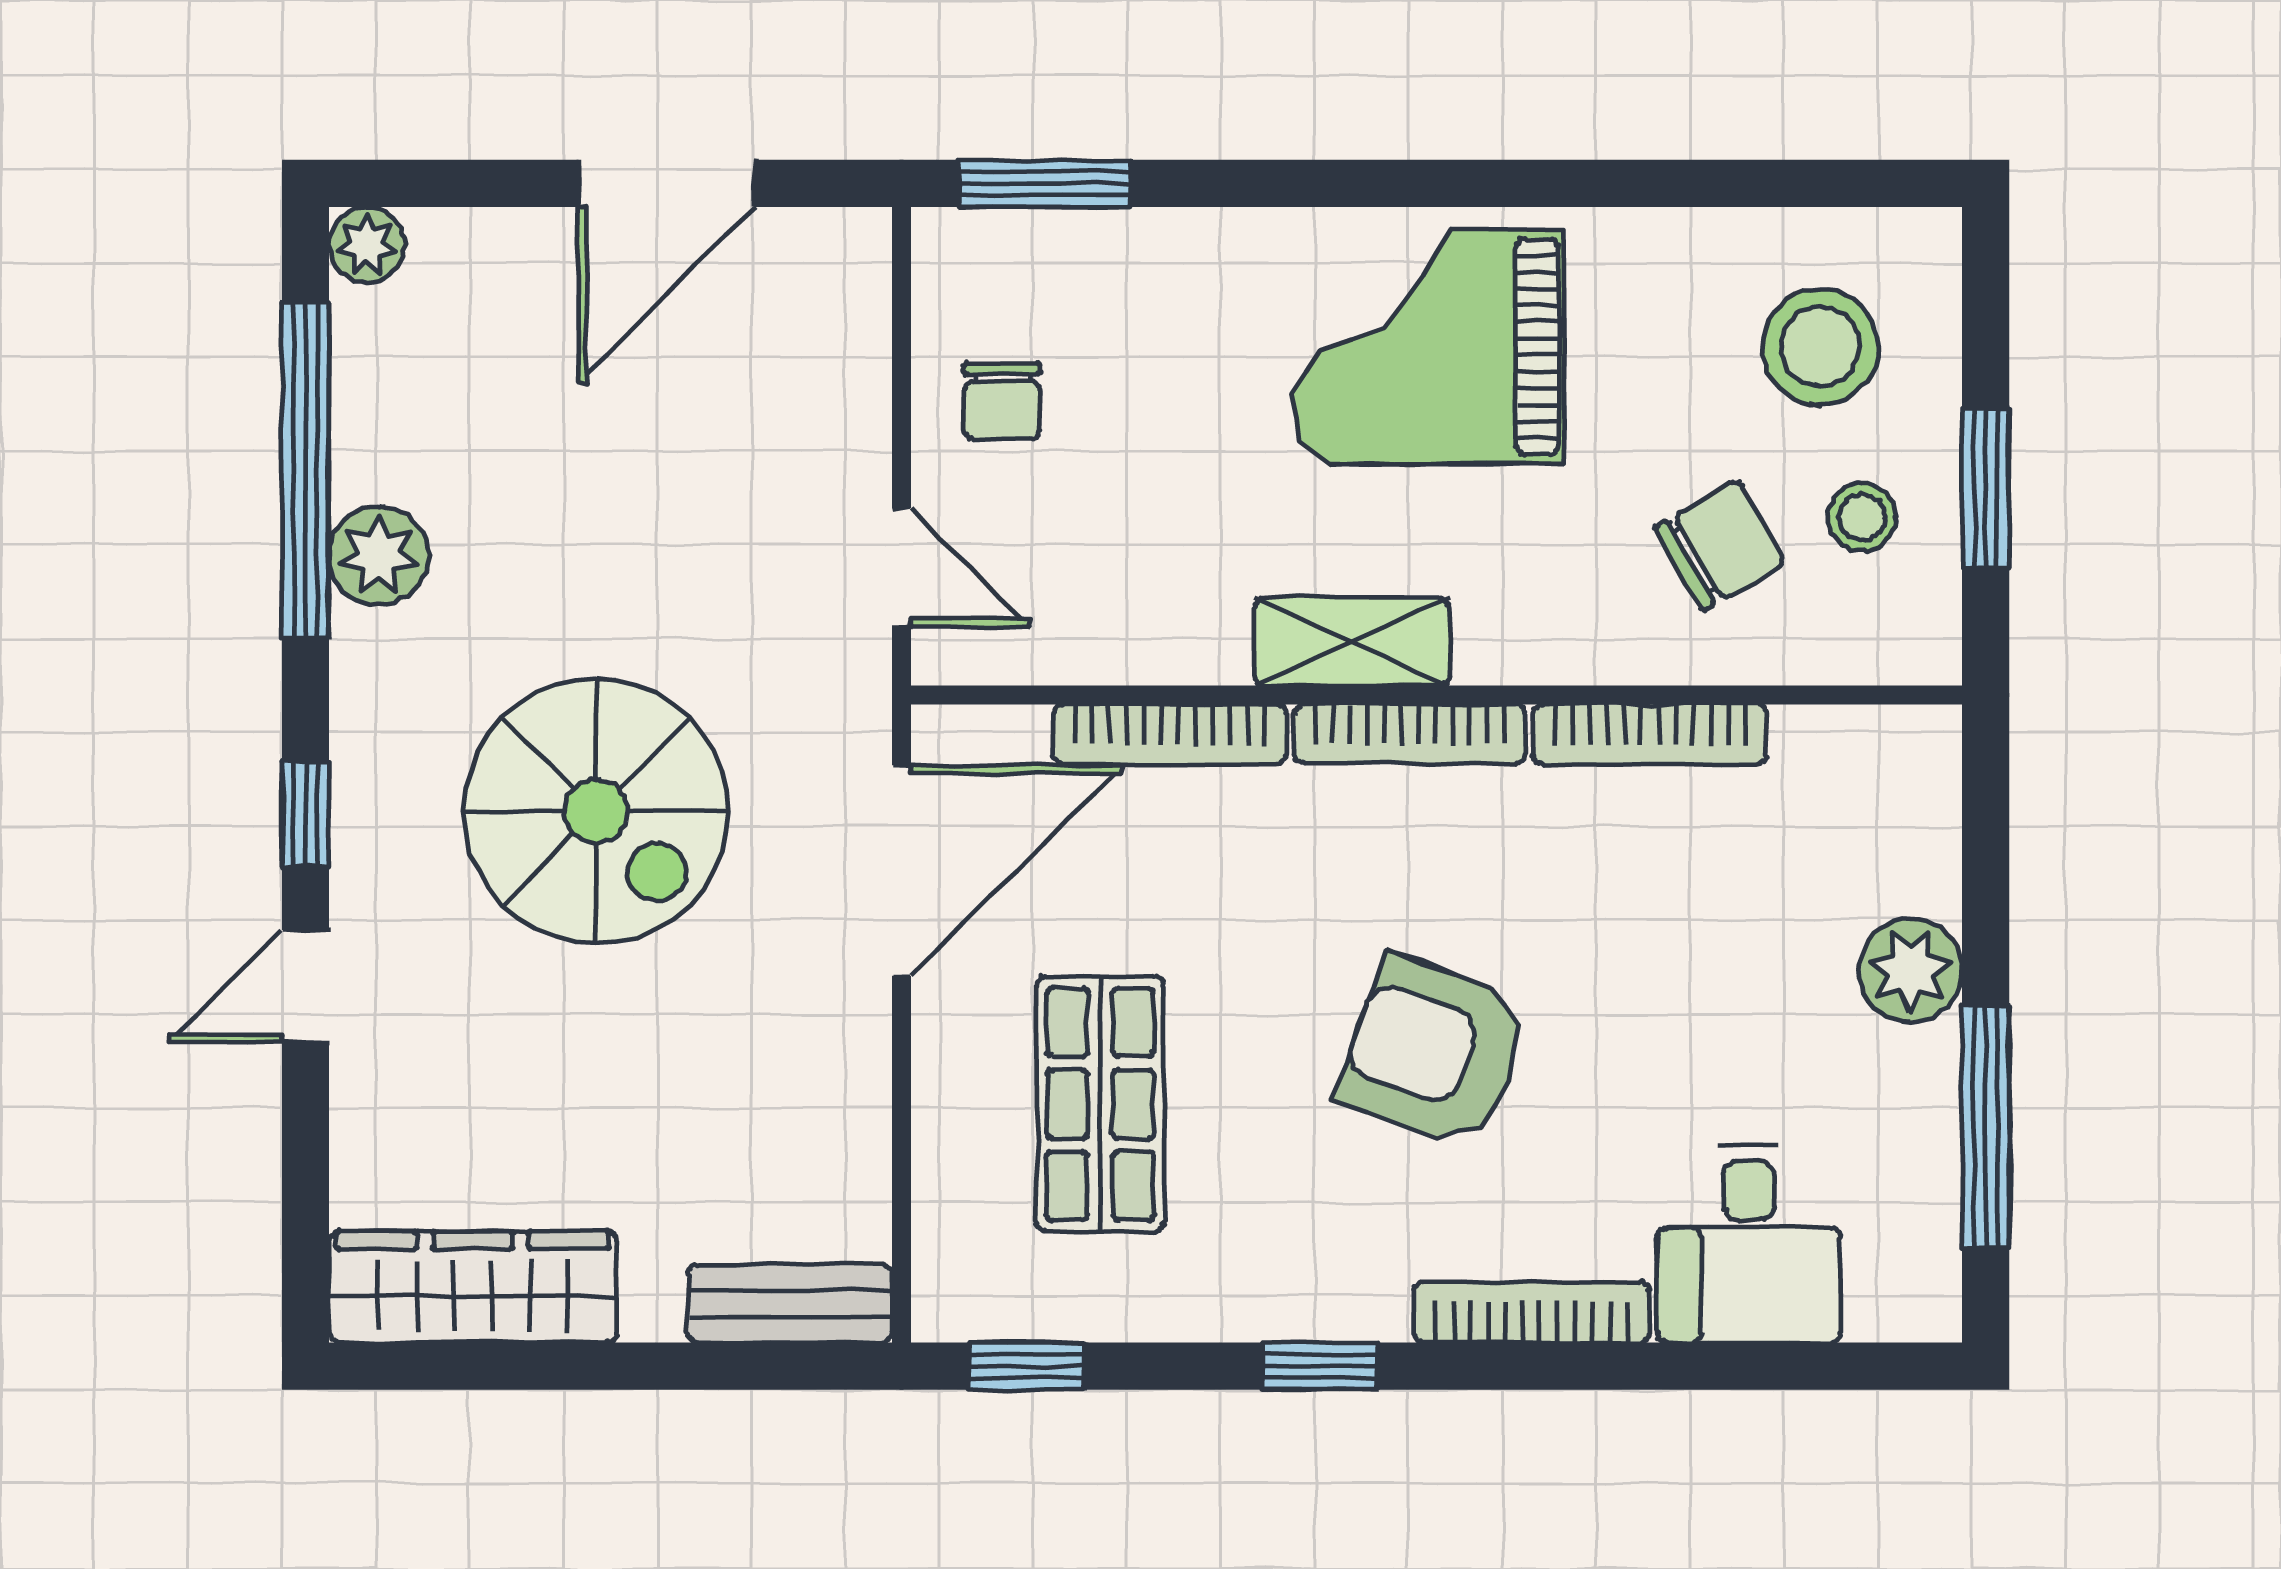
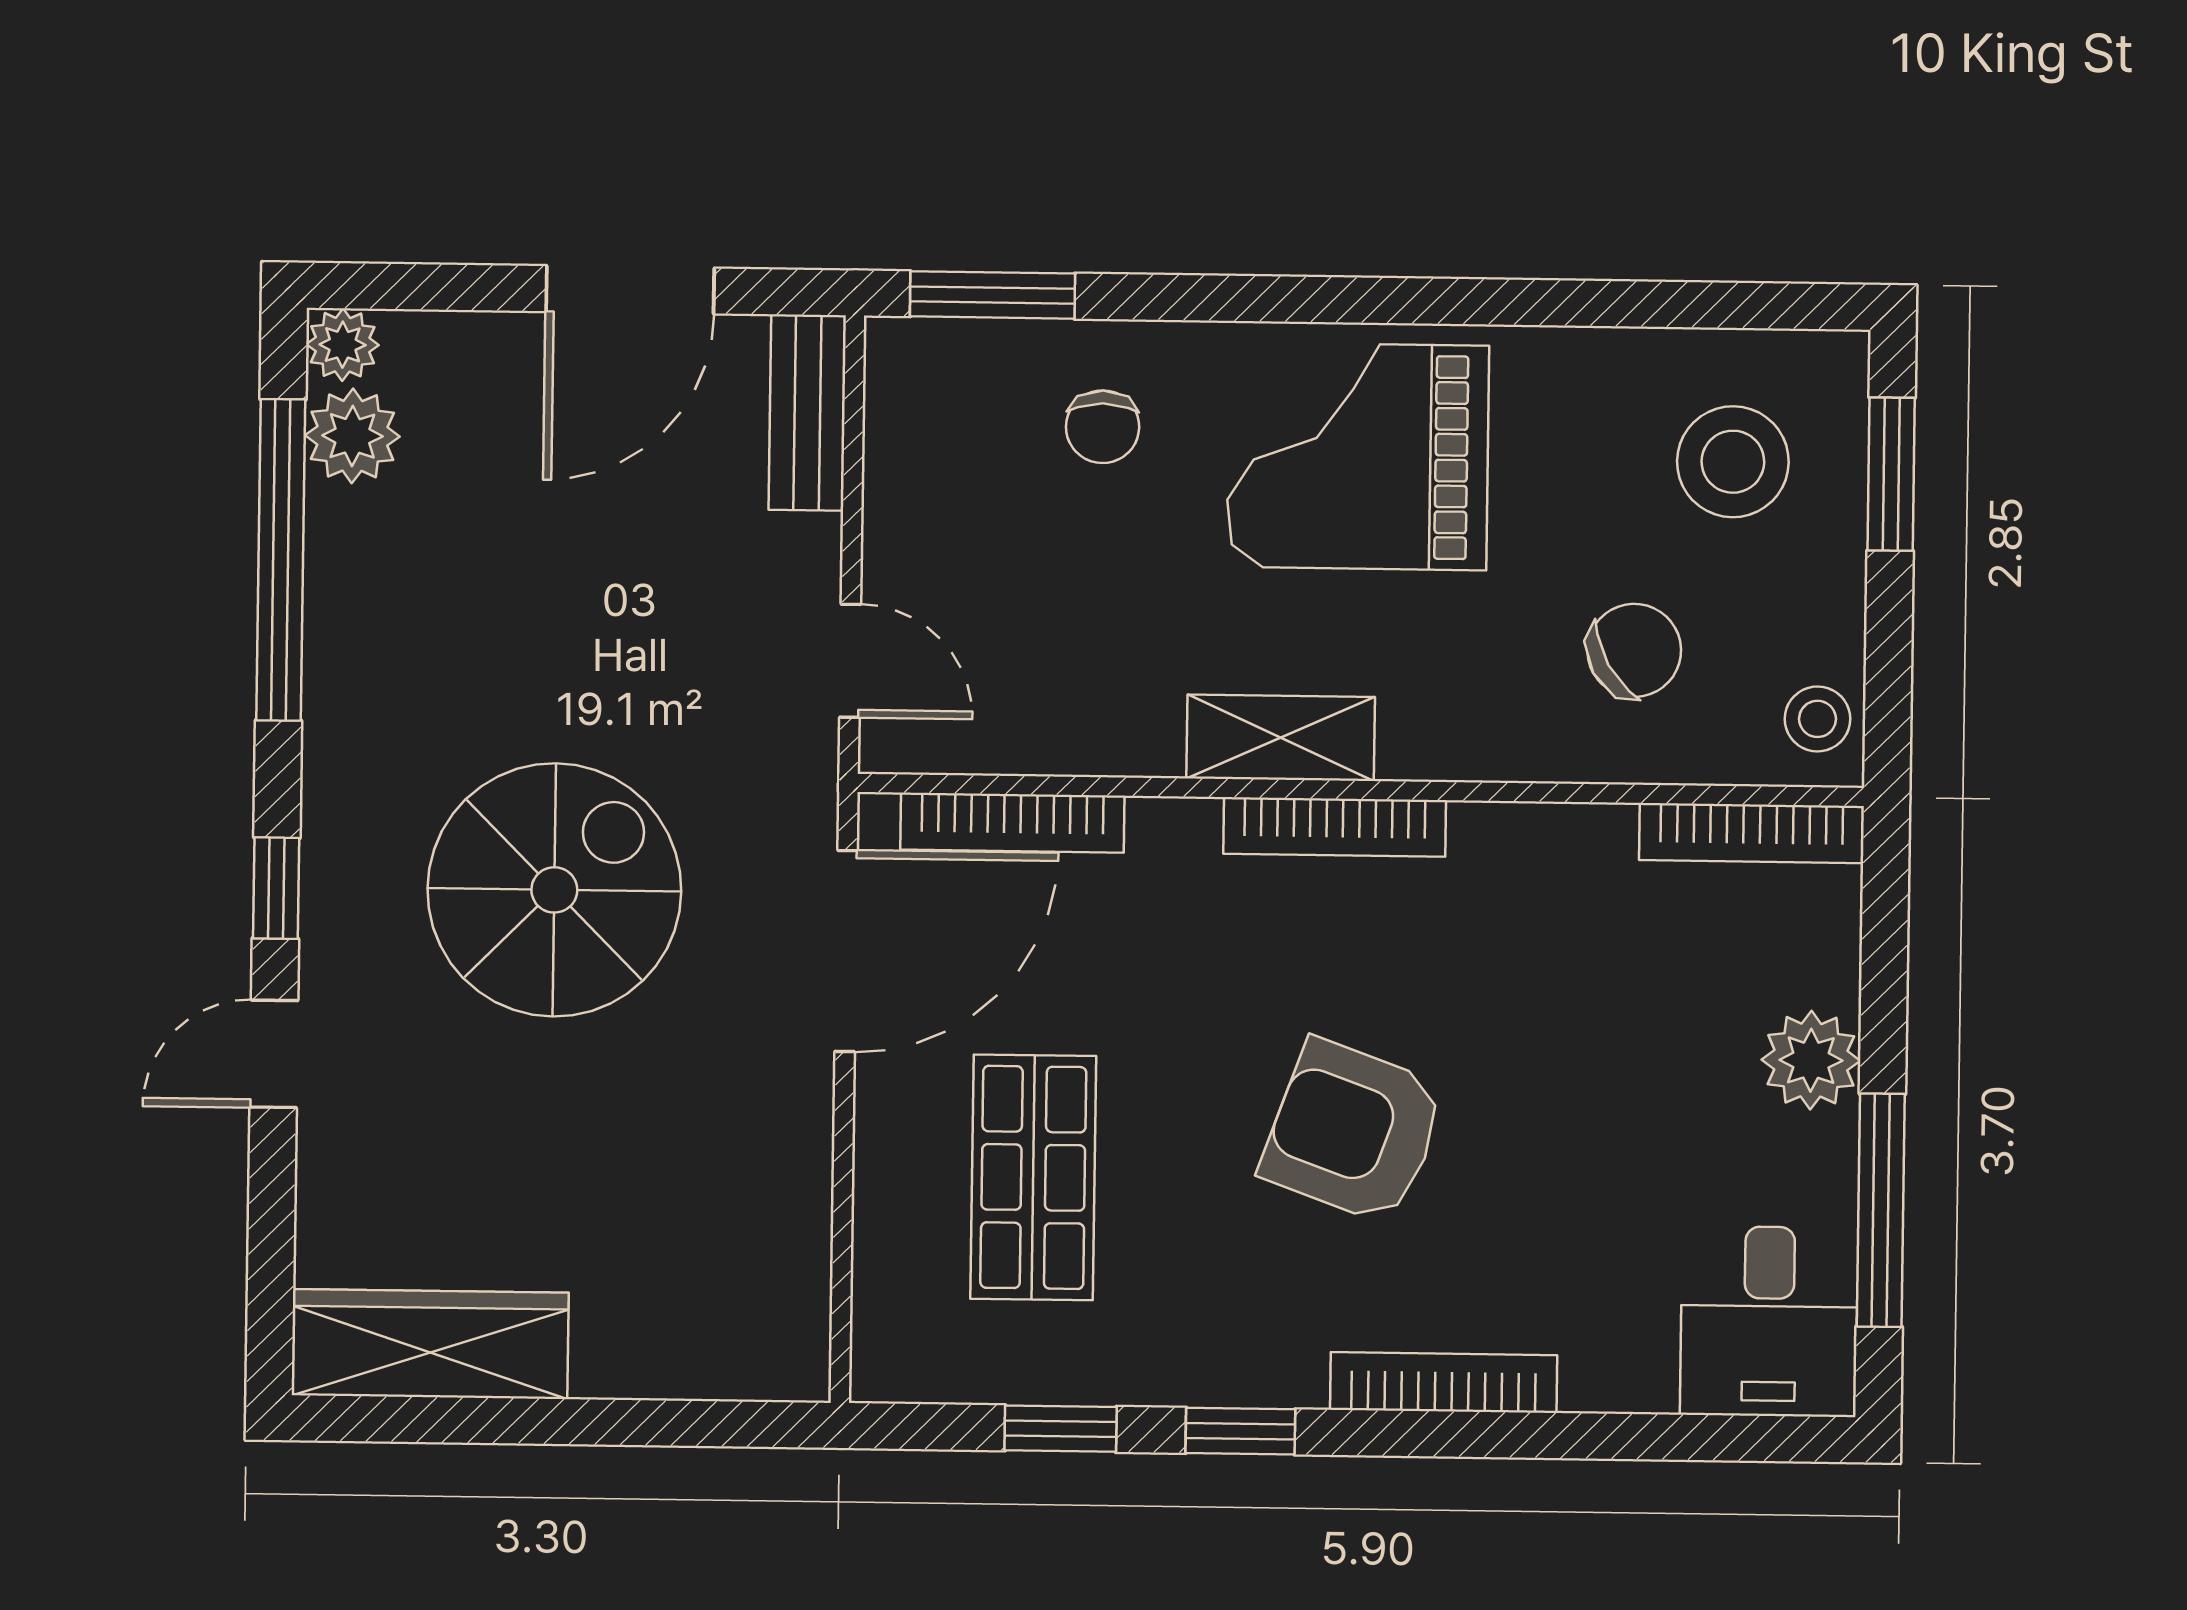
chair: (1002, 401) -> (1103, 427), moved
window: (1986, 488) -> (1891, 474), moved
stool: (1862, 517) -> (1817, 719), moved
plant: (379, 556) -> (352, 436), moved
bookcase: (1170, 734) -> (1012, 823), moved
bookcase: (1650, 734) -> (1752, 833), moved
spiral stairs: (596, 811) -> (554, 890), turned -90
desk: (1749, 1244) -> (1769, 1321), moved
bench: (790, 1304) -> (807, 413), moved, turned 90
window: (1026, 1366) -> (1061, 1429), moved

